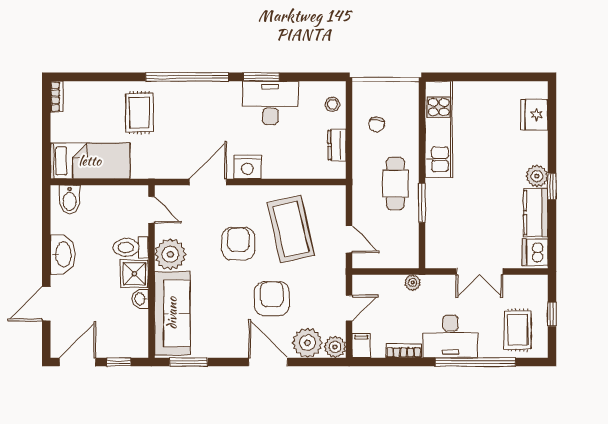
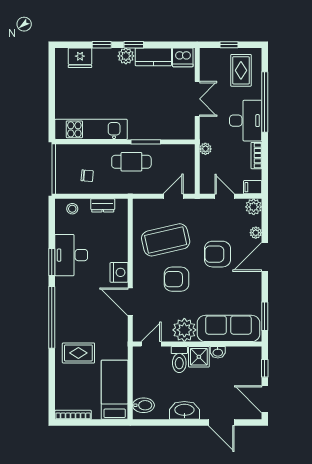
bookcase: (57, 97) -> (73, 415), width x1.56
window: (552, 144) -> (102, 45), added
rug: (518, 330) -> (241, 70), turned 90
plant: (307, 343) -> (256, 233), width x0.53, depth x0.53

